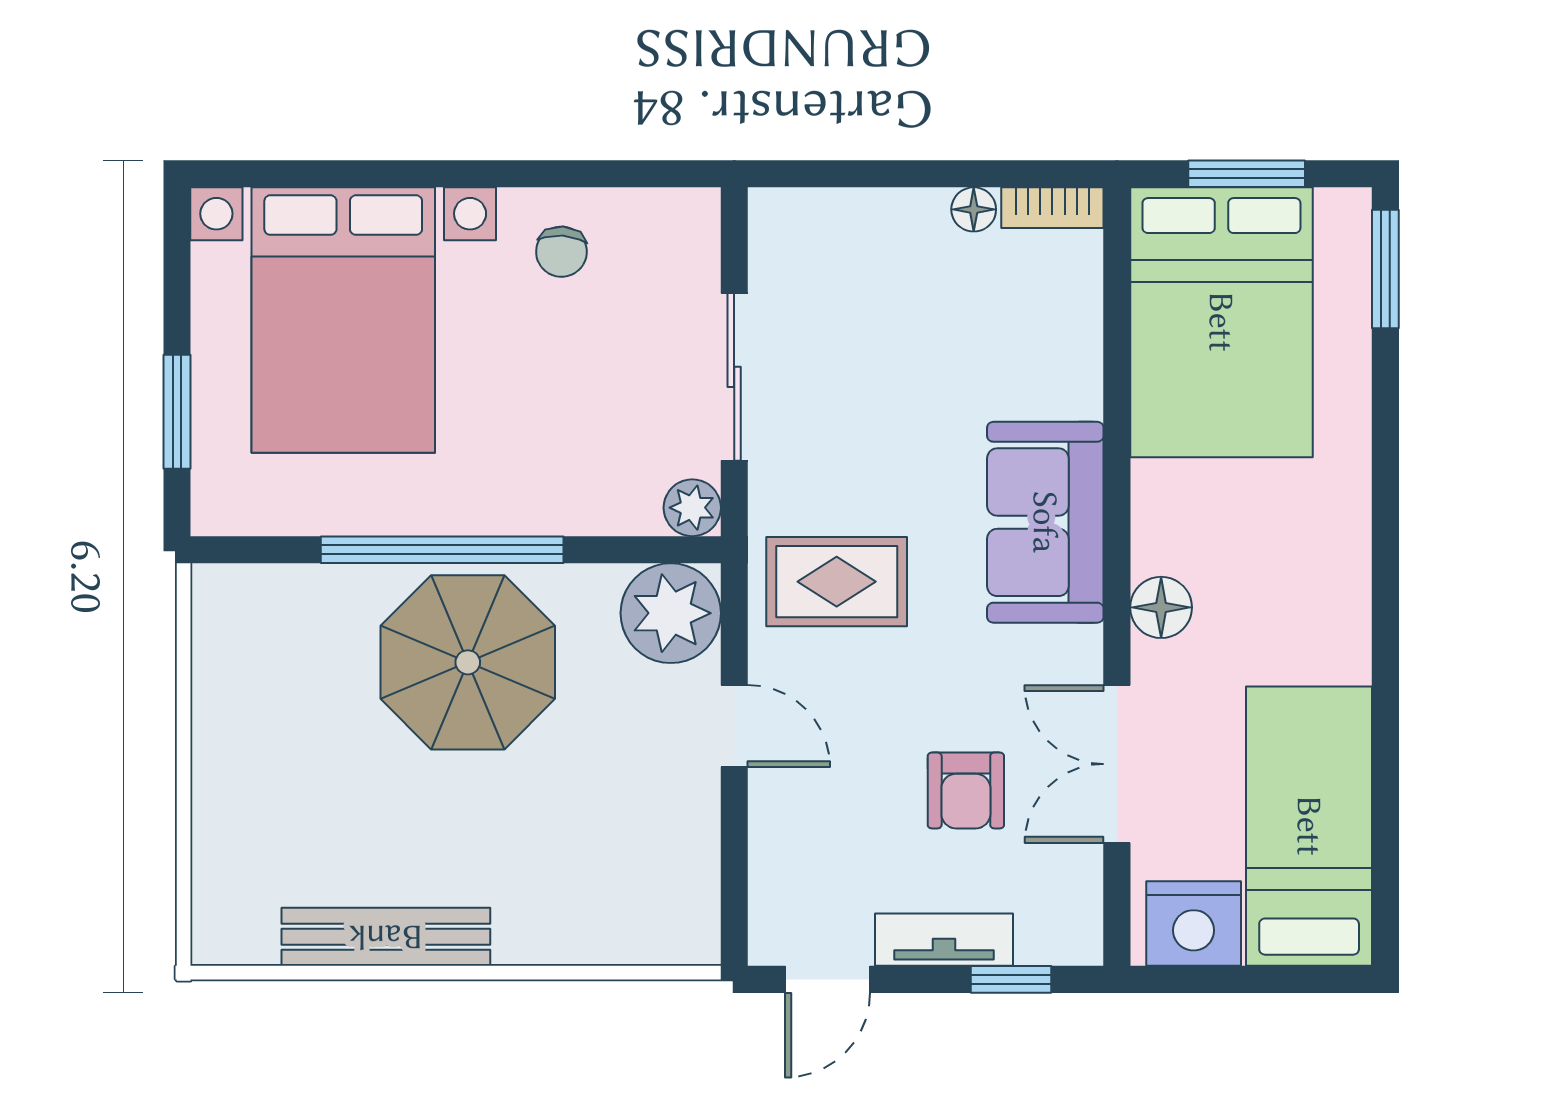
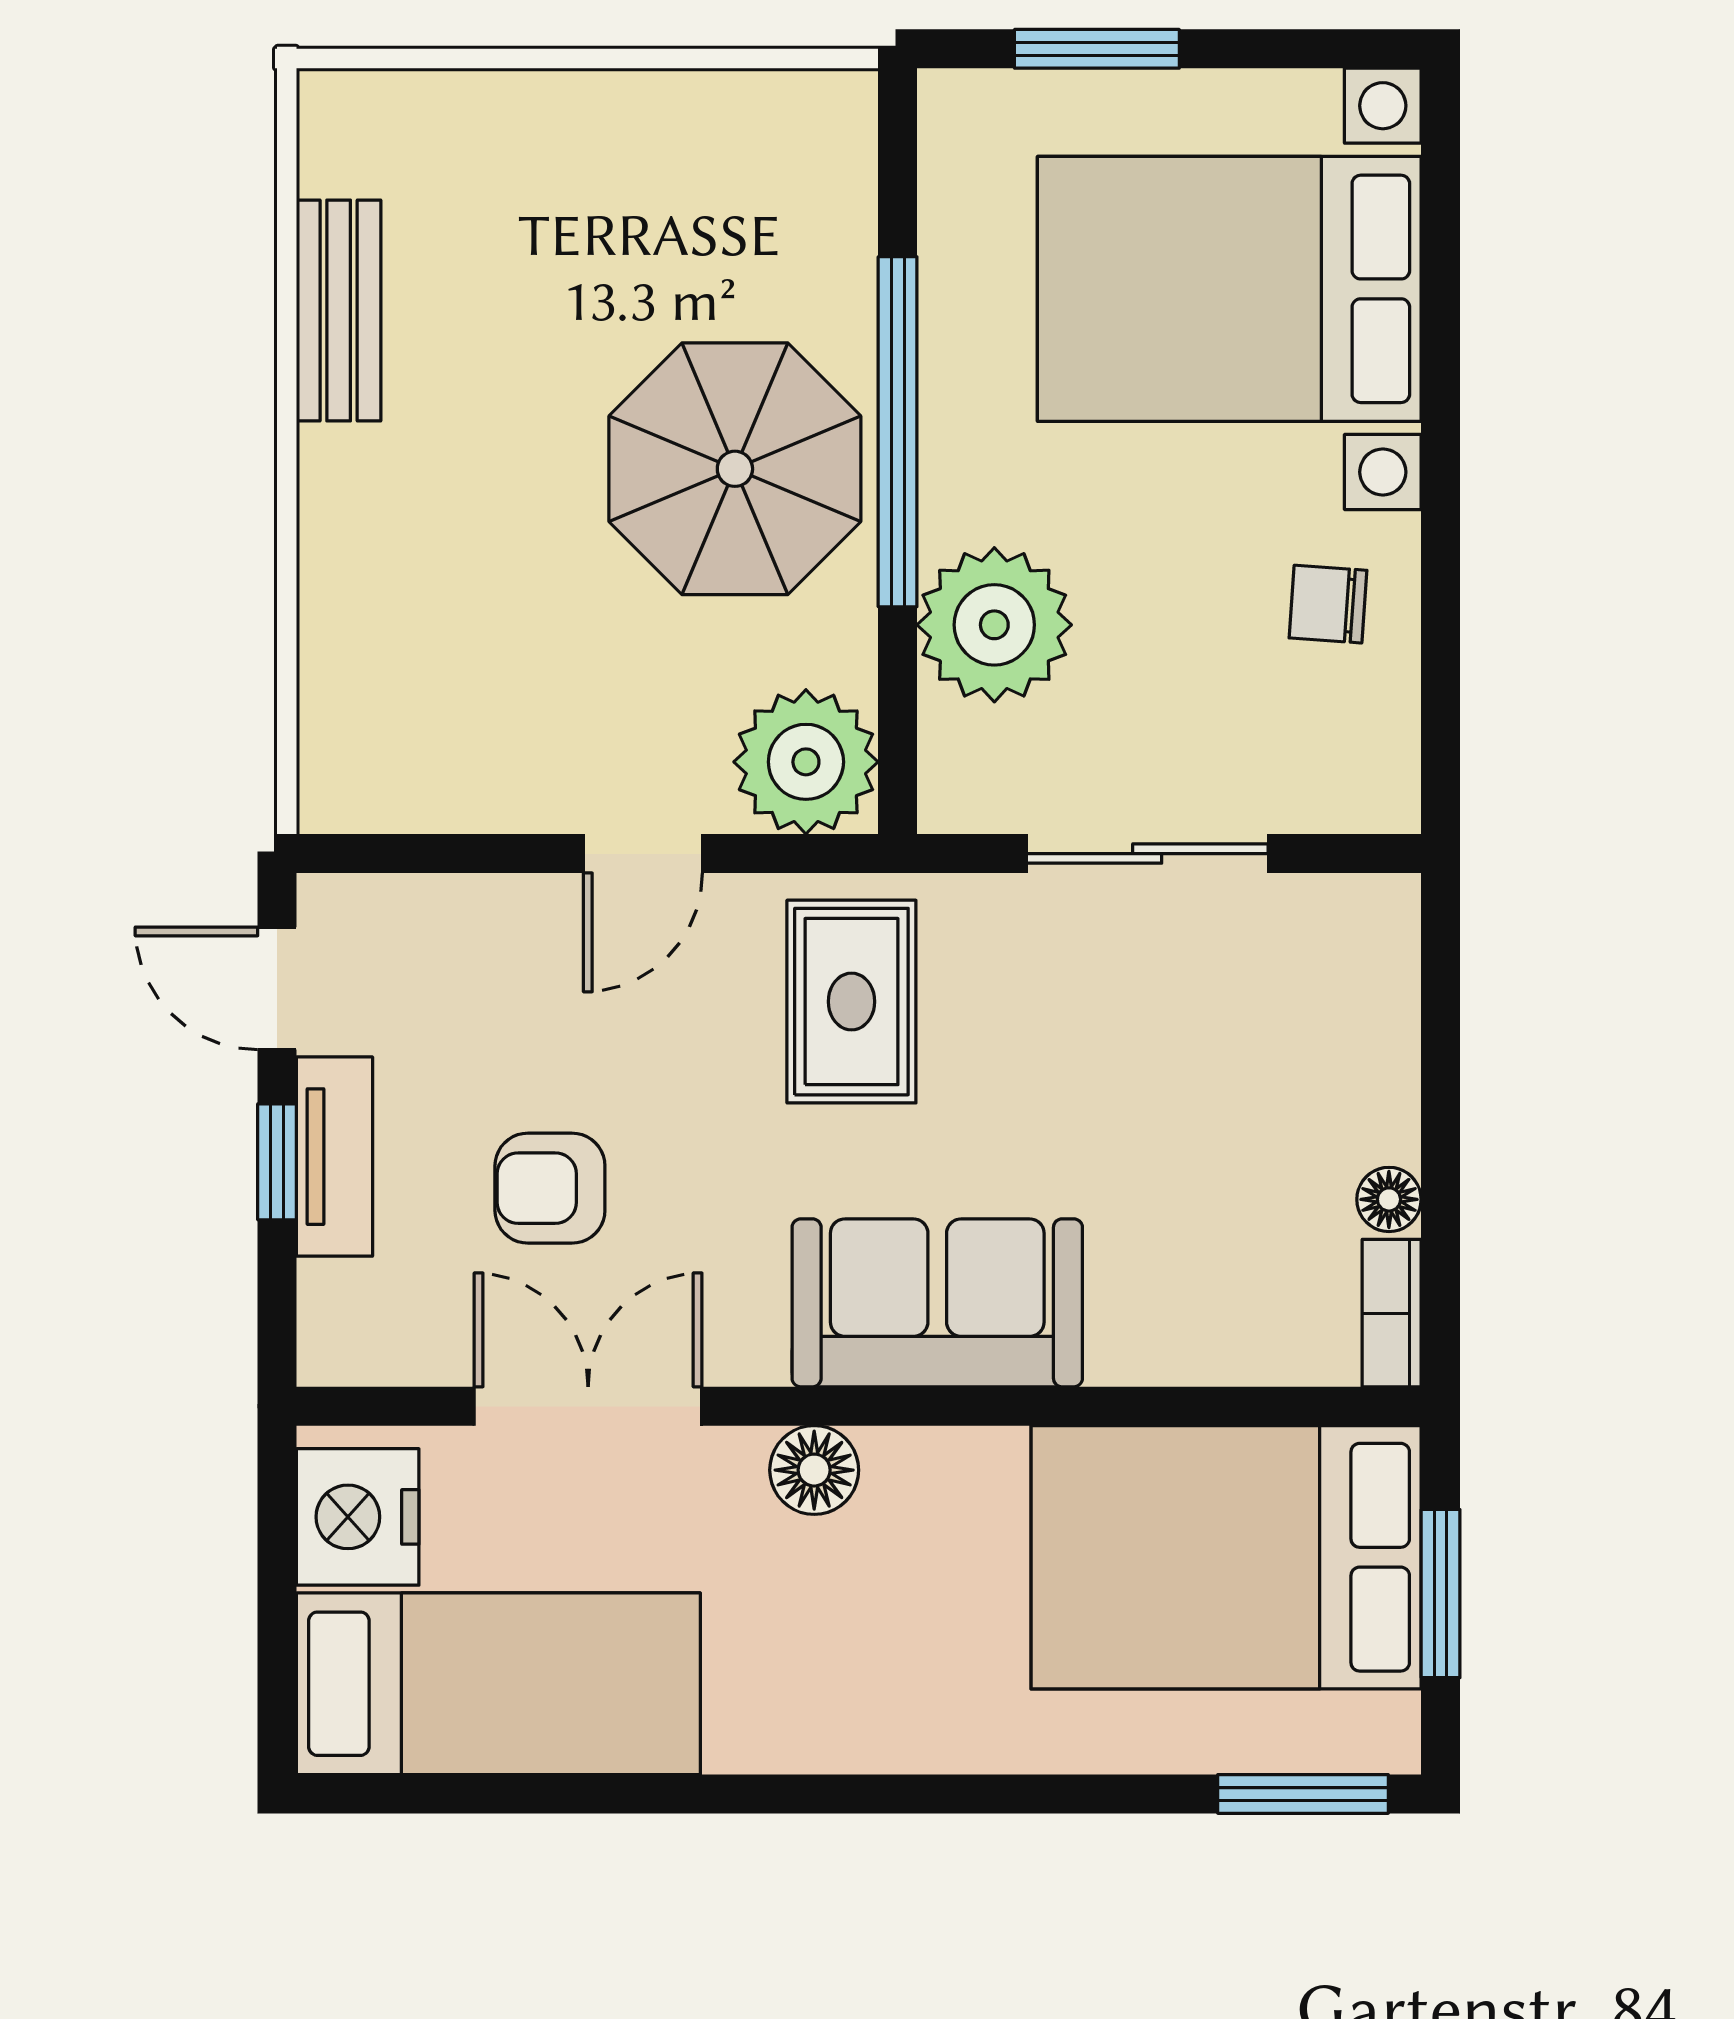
plant: (692, 508) -> (994, 625), moved, width x1.88, depth x1.88
bench: (386, 937) -> (339, 310), width x0.73
window: (1011, 979) -> (277, 1162), moved

